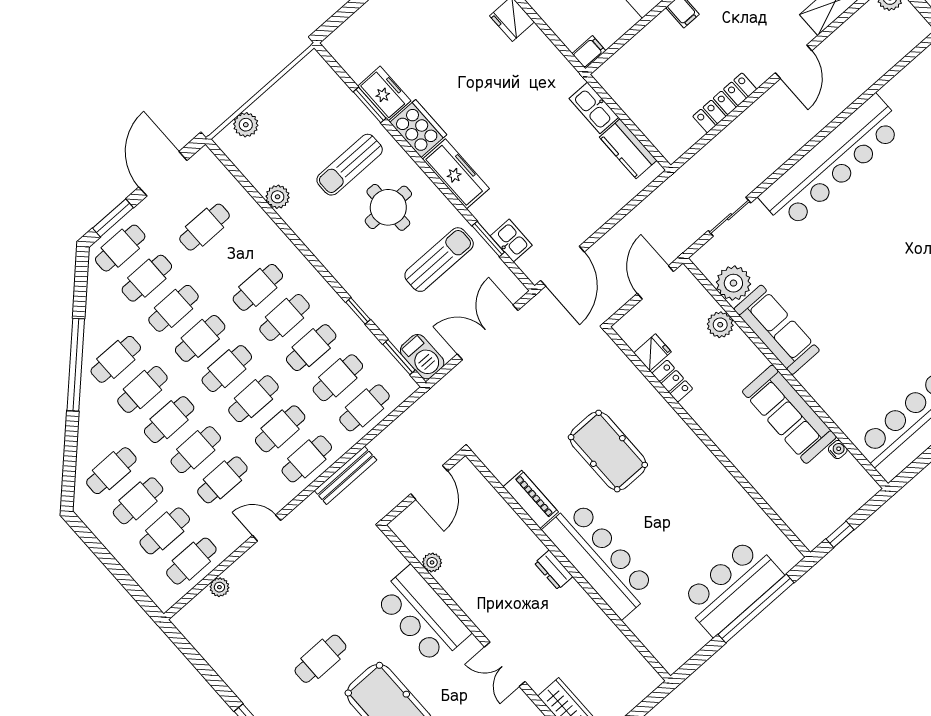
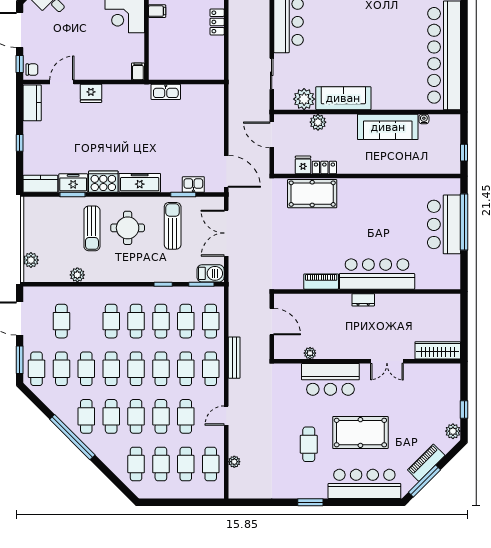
locker: (725, 103) -> (217, 22), width x0.66
kitchen counter: (628, 149) -> (40, 184), moved, turned 180
pool table: (608, 451) -> (312, 194), moved

